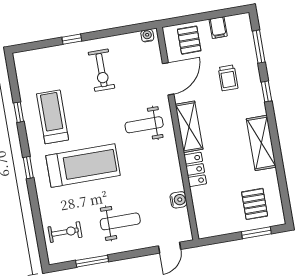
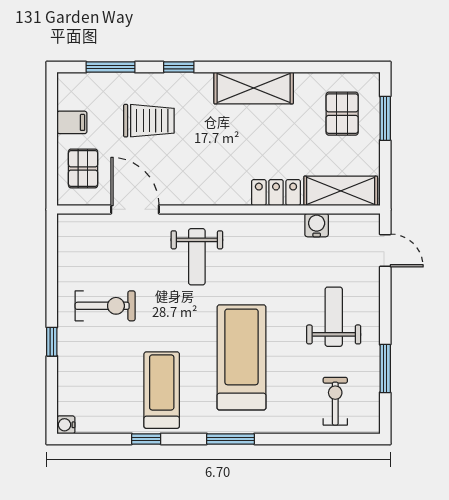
water cooler: (147, 36) -> (66, 425), moved
pallet: (189, 40) -> (83, 168), turned 90
trolley: (228, 78) -> (149, 121), width x1.36, depth x1.39
treadmill: (53, 117) -> (162, 390), turned 90
shelving: (189, 127) -> (341, 191), moved
window: (28, 168) -> (230, 439), width x1.50
pallet: (255, 204) -> (342, 114), turned 90

